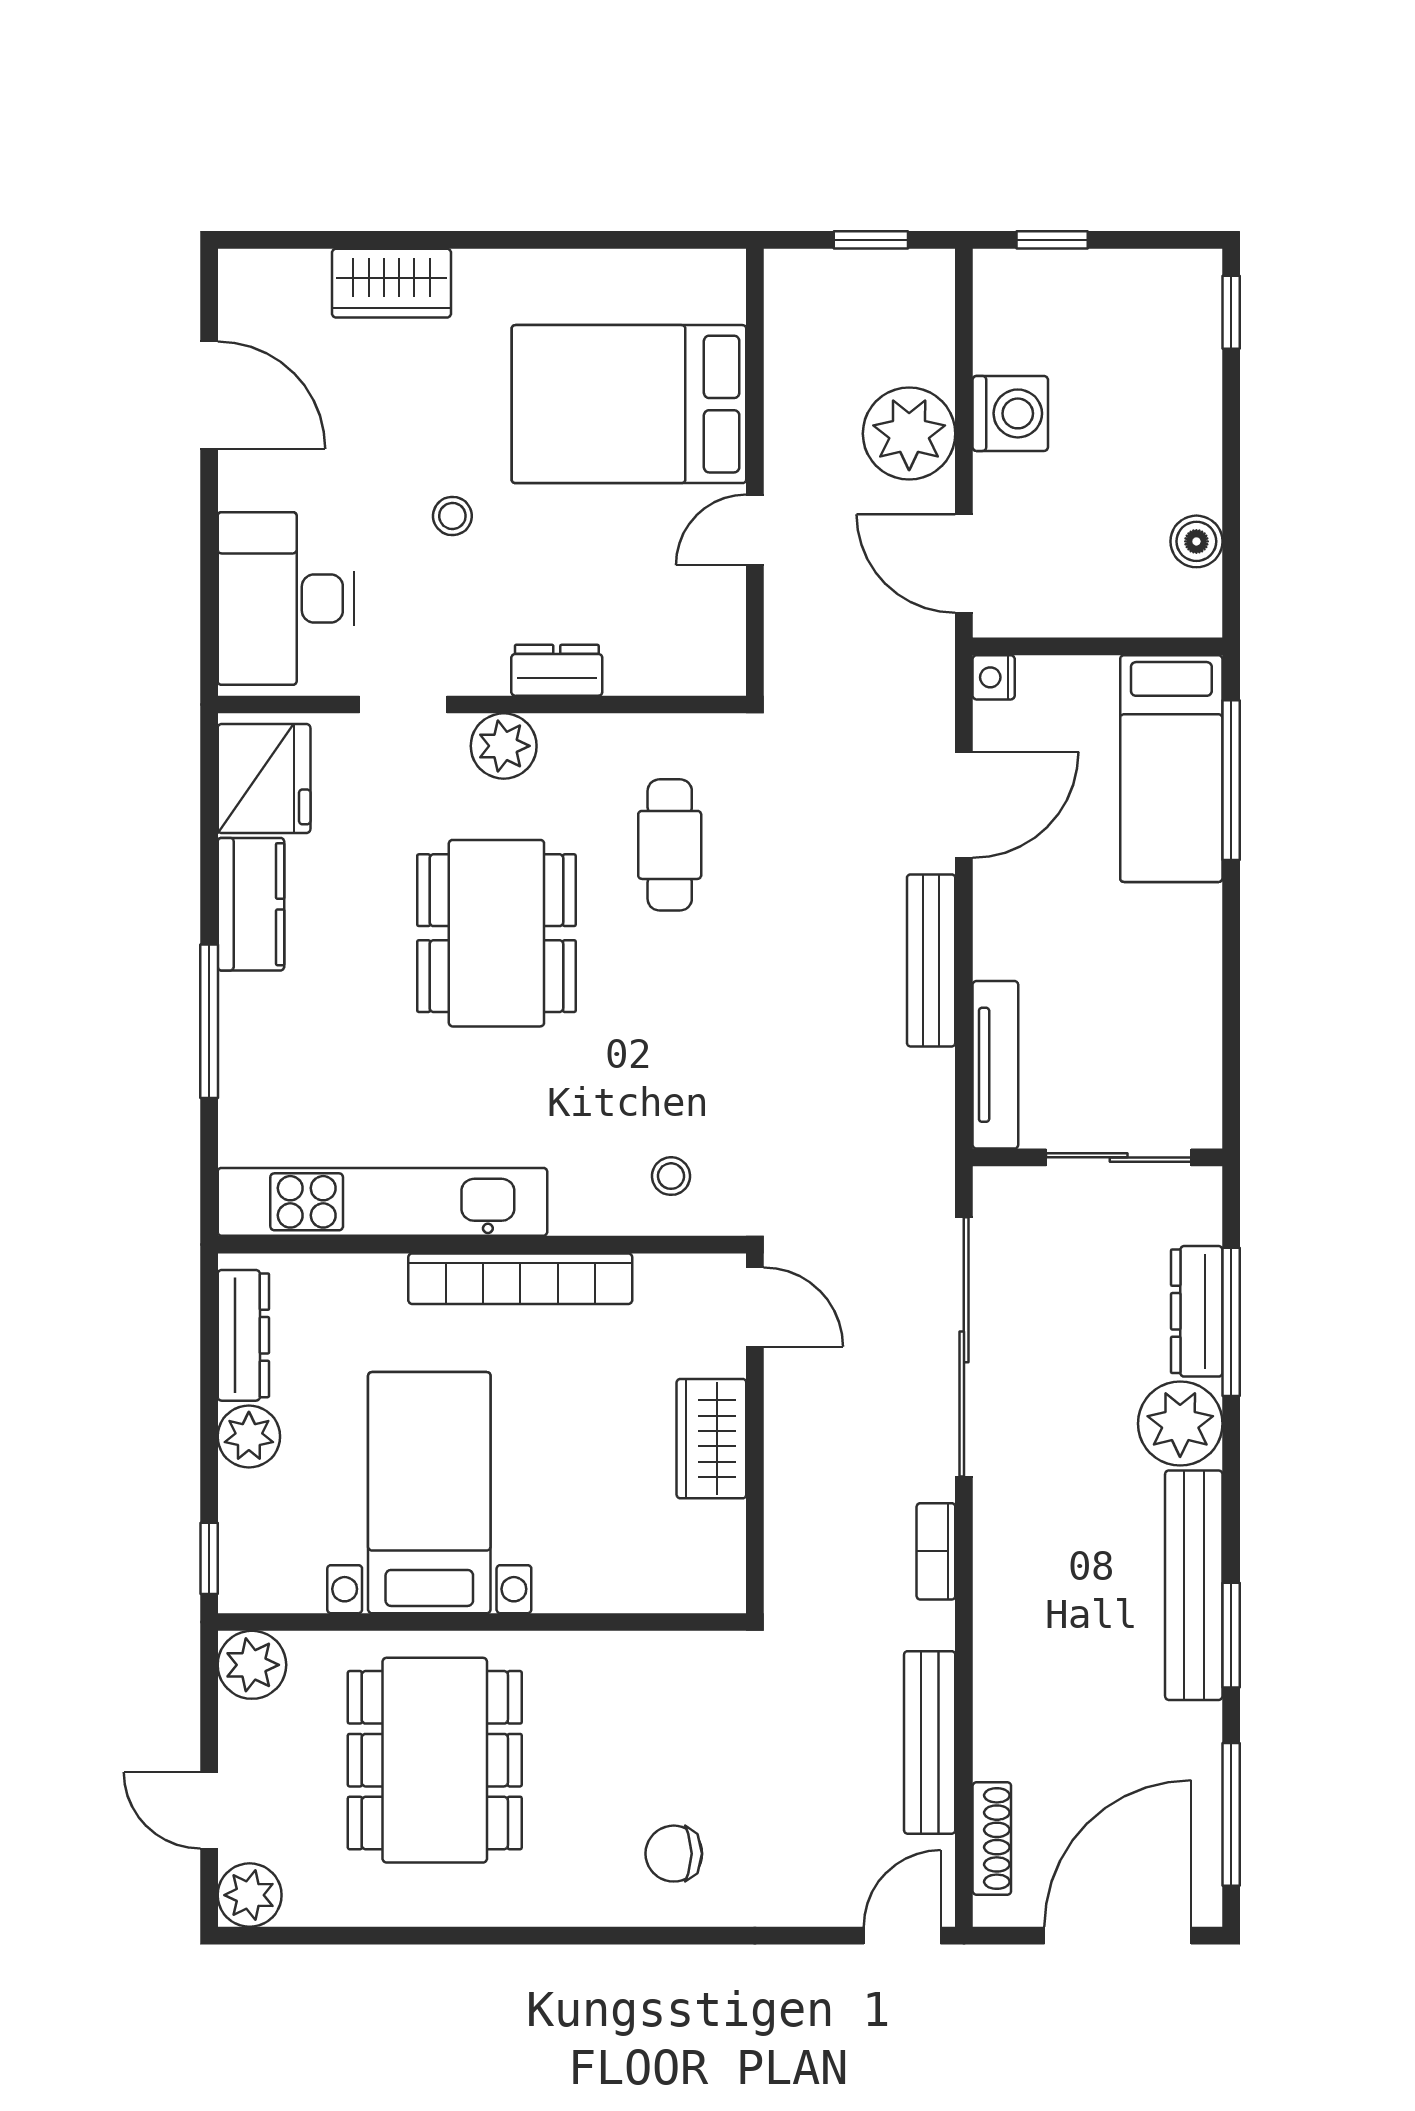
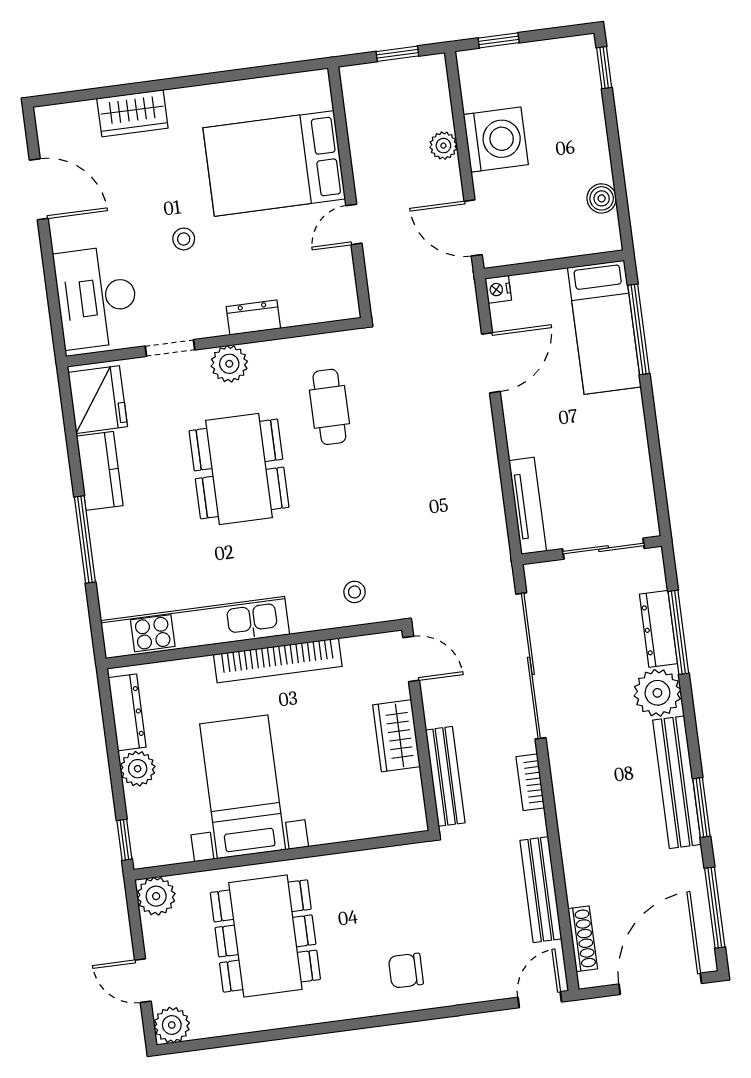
washing machine: (1010, 413) -> (496, 140), width x1.37, depth x1.37
plant: (909, 434) -> (443, 146), width x0.53, depth x0.53
bench: (931, 960) -> (445, 776), moved

